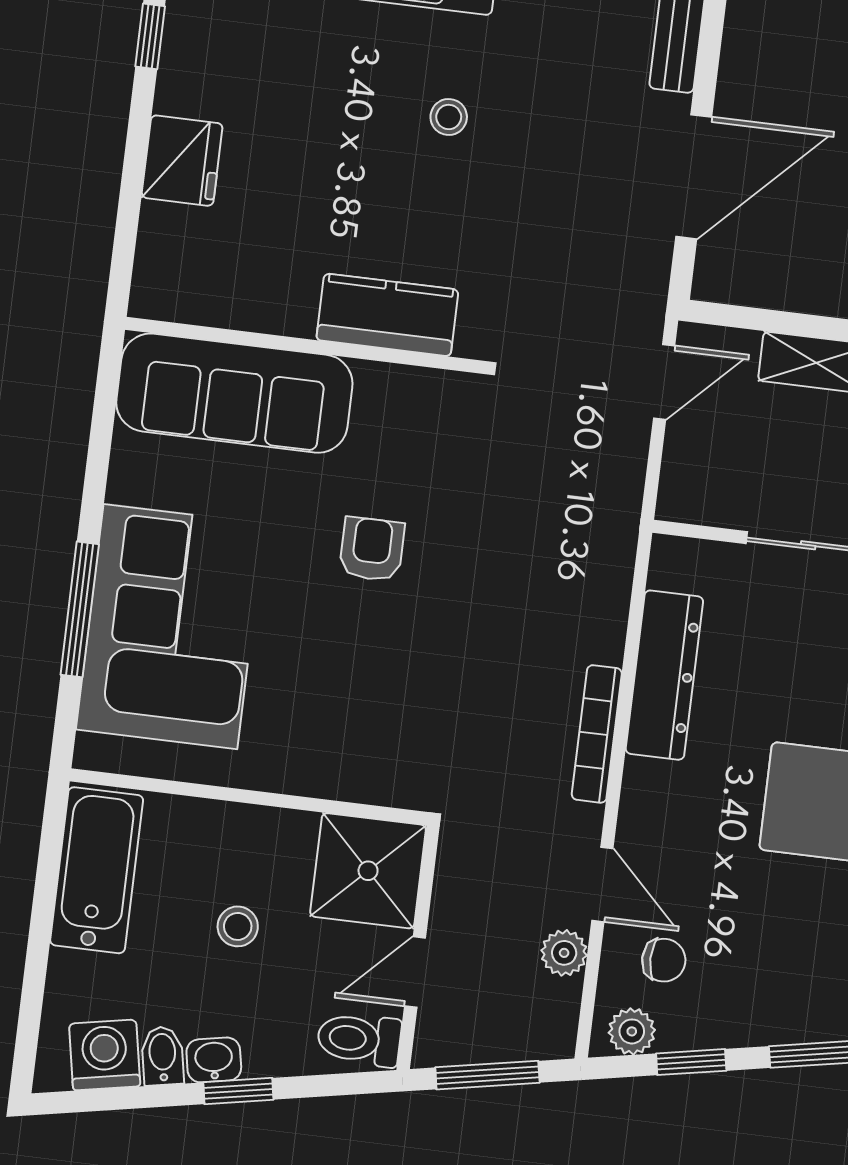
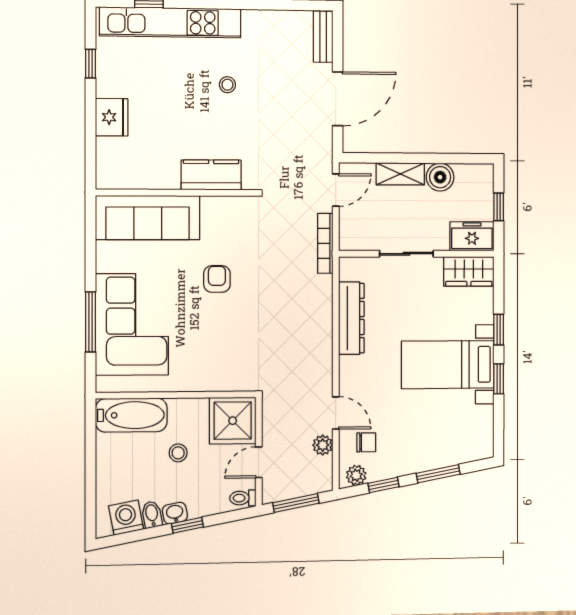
bookcase: (597, 734) -> (325, 243), moved
bathtub: (97, 870) -> (131, 415), moved, turned 90
toilet: (359, 1039) -> (243, 498), width x0.73, depth x0.72

